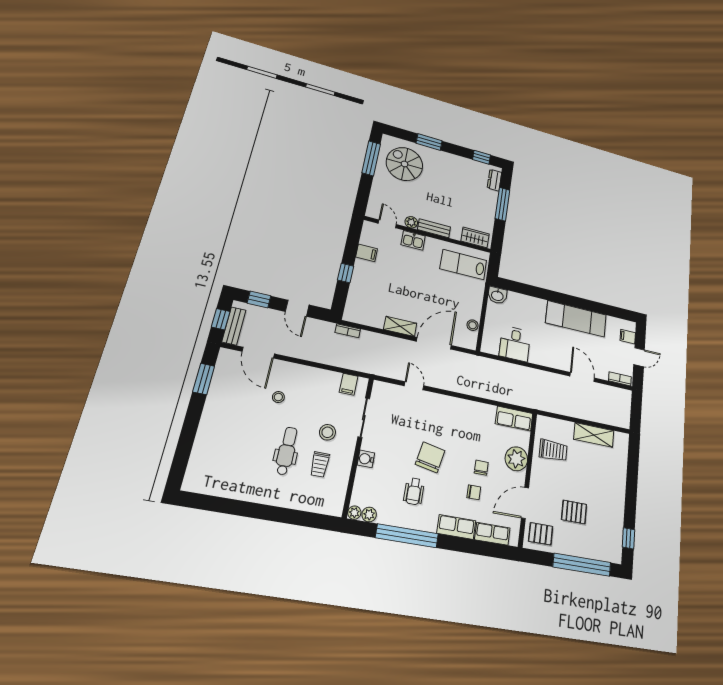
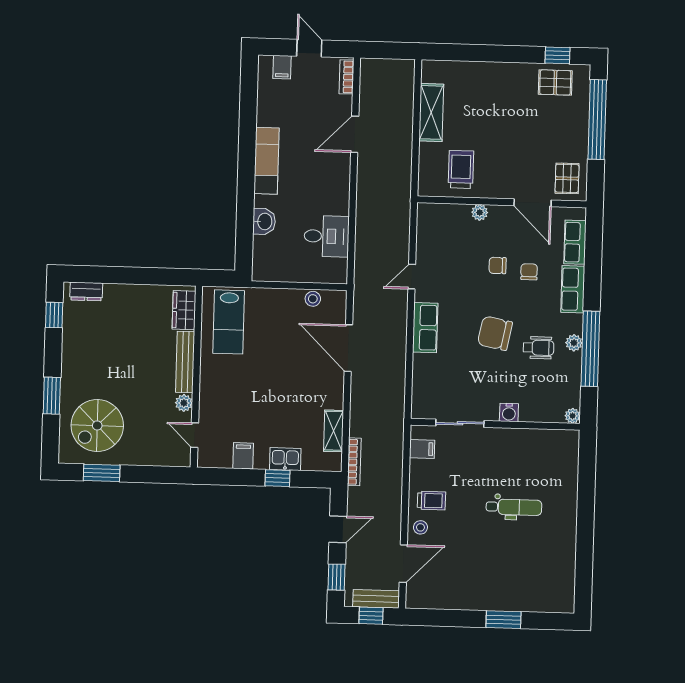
window: (371, 158) -> (102, 473), width x0.69
window: (503, 204) -> (122, 275), removed
door: (387, 224) -> (195, 435), hinge flipped
bench: (434, 228) -> (185, 362), width x1.36
kitchen sink: (413, 240) -> (285, 459), moved, turned -90
washbasin: (497, 295) -> (264, 221), moved
exam couch: (576, 319) -> (267, 161), width x0.73, depth x0.69
shelving: (400, 326) -> (334, 431), moved
bookcase: (348, 331) -> (354, 462), width x1.56
window: (204, 379) -> (503, 620), moved
door: (414, 386) -> (412, 277), moved
stool: (278, 397) -> (420, 527), moved
row of seats: (514, 419) -> (425, 328), moved
stool: (327, 432) -> (485, 464), removed
dental chair: (287, 451) -> (514, 507), turned 180
plant: (516, 459) -> (480, 212), width x0.53, depth x0.53
trolley: (320, 464) -> (431, 501), moved
pallet: (574, 512) -> (555, 82), moved, turned 90
plant: (369, 515) -> (574, 343), moved

